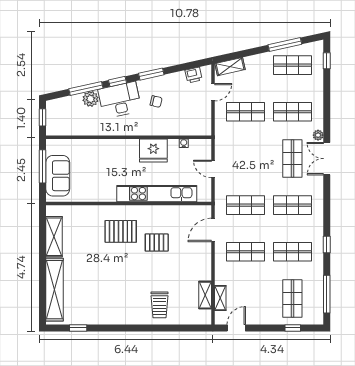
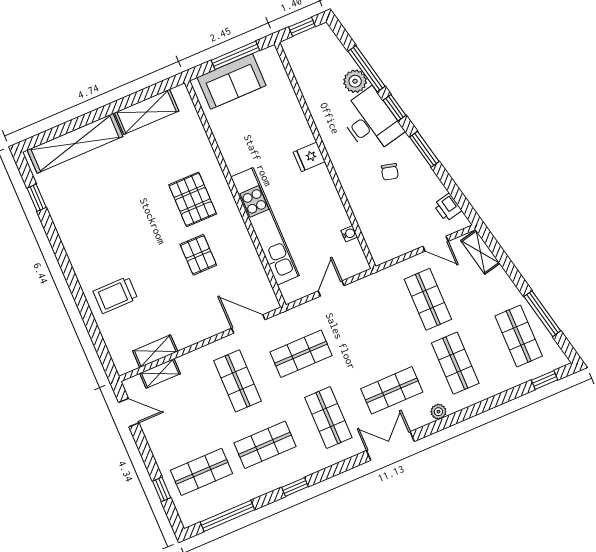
fridge: (153, 151) -> (309, 157), moved, width x0.53, depth x0.75
double door: (327, 159) -> (390, 446), moved
shop shelf: (245, 205) -> (301, 354), turned 90
shop shelf: (292, 252) -> (265, 445), turned 90

